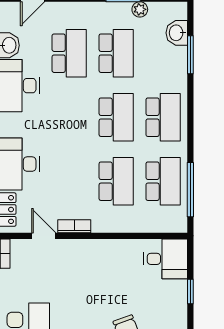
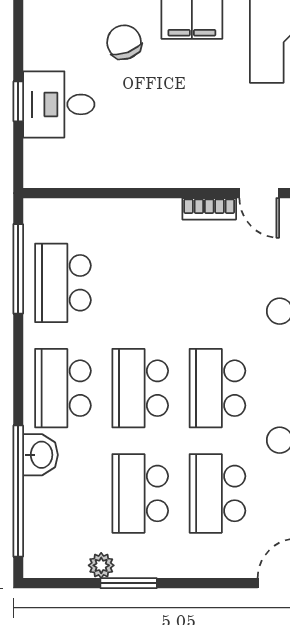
washbasin: (177, 33) -> (41, 455), moved
window: (190, 55) -> (18, 491), width x2.11
school desk: (116, 181) -> (217, 388), moved
desk: (166, 259) -> (59, 104), moved

